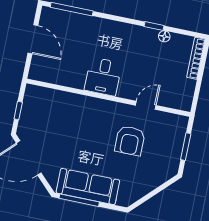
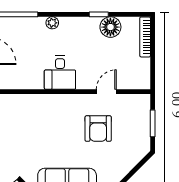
plant: (106, 25) -> (52, 23), added
floor lamp: (164, 36) -> (110, 27), width x1.89, depth x1.89

